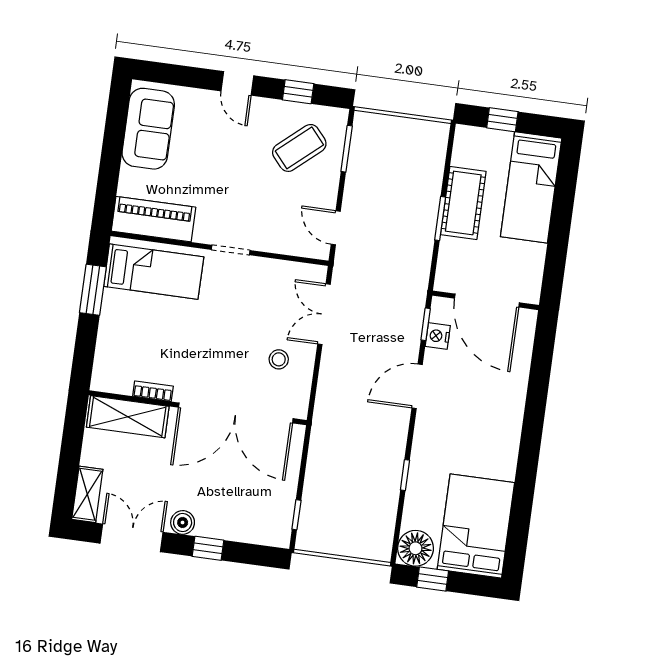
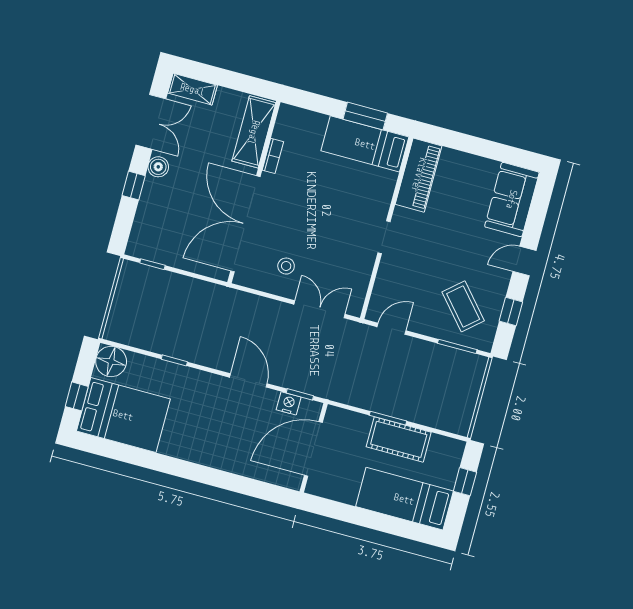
sofa: (148, 129) -> (512, 199), moved, turned 90
bed: (154, 272) -> (365, 144), moved, turned 90
window: (433, 579) -> (77, 396), moved

